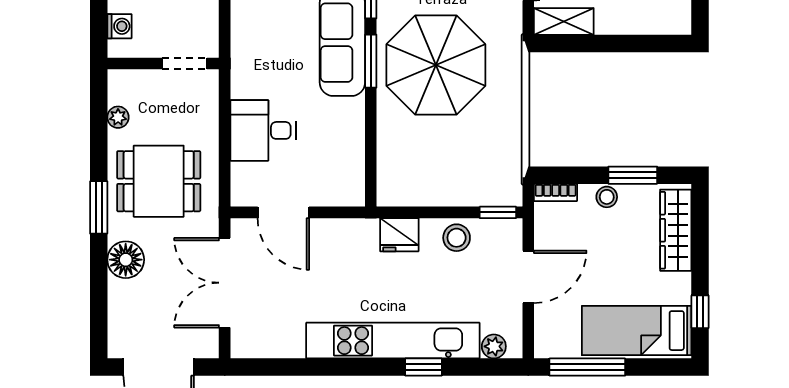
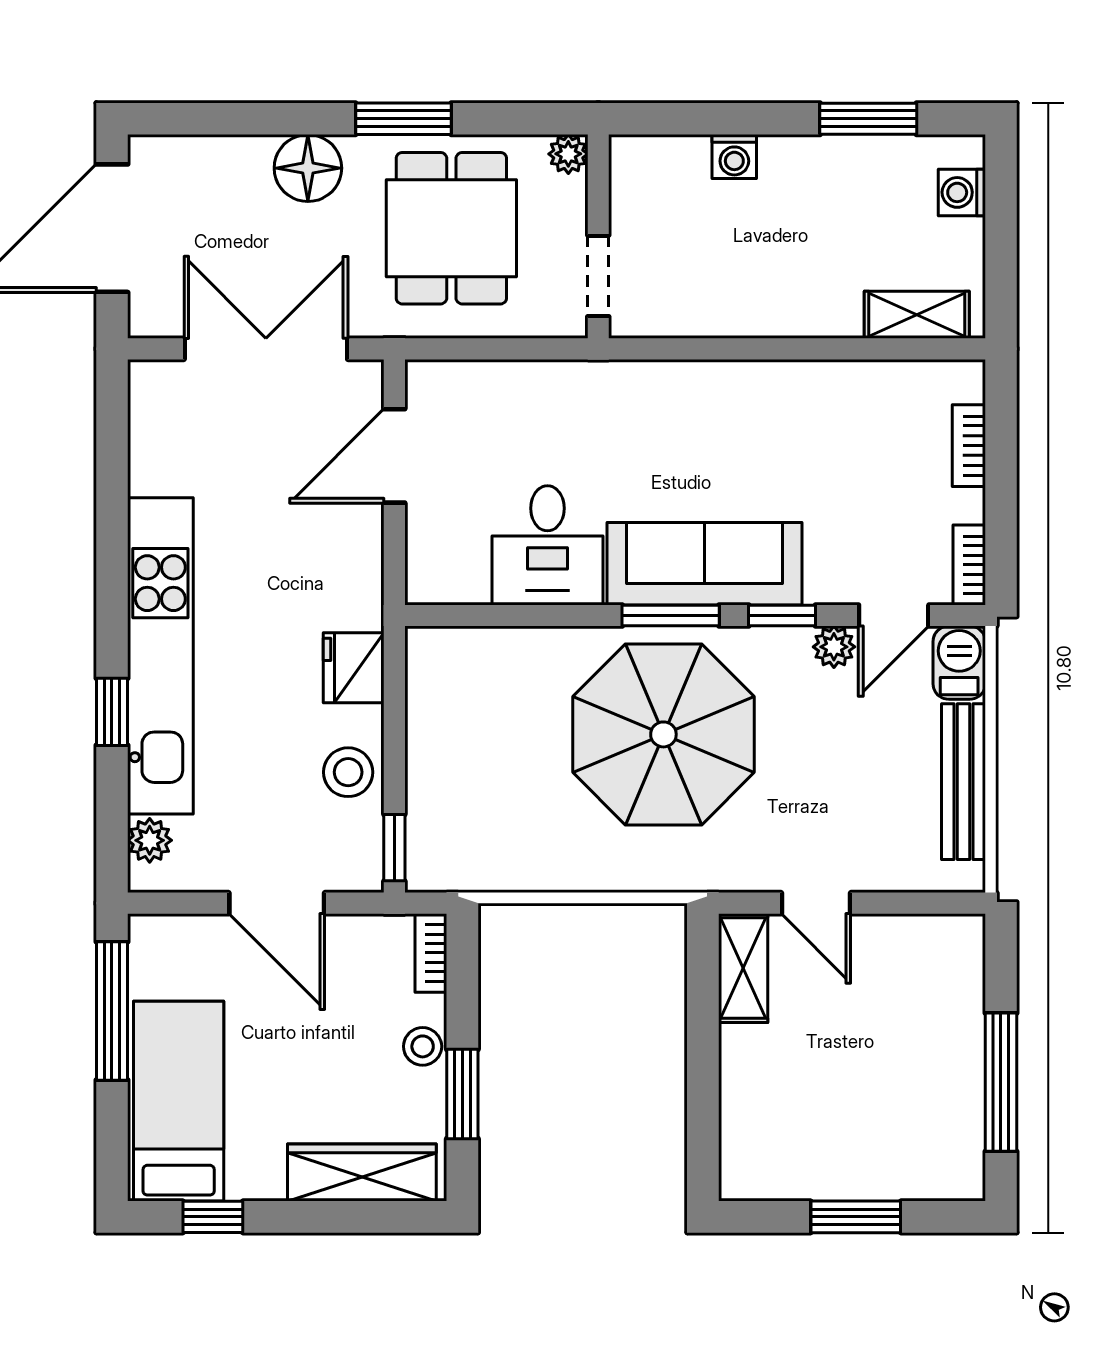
wall: (163, 64) -> (598, 236), moved
doorway: (185, 64) -> (598, 276), moved
desk: (263, 130) -> (547, 545), moved, turned 180

